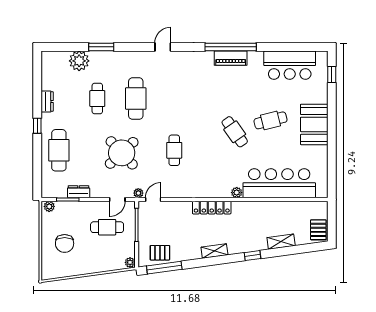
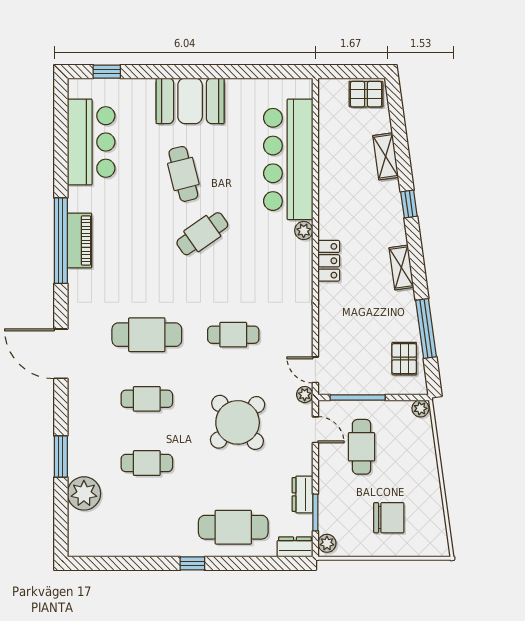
door: (163, 47) -> (61, 354), width x1.88
cafe table: (136, 99) -> (147, 399), width x0.73, depth x0.74
cafe table: (174, 99) -> (147, 335), added
dresser: (47, 102) -> (295, 547), moved
locker: (212, 208) -> (329, 261), width x0.66
window: (164, 268) -> (426, 329), moved

